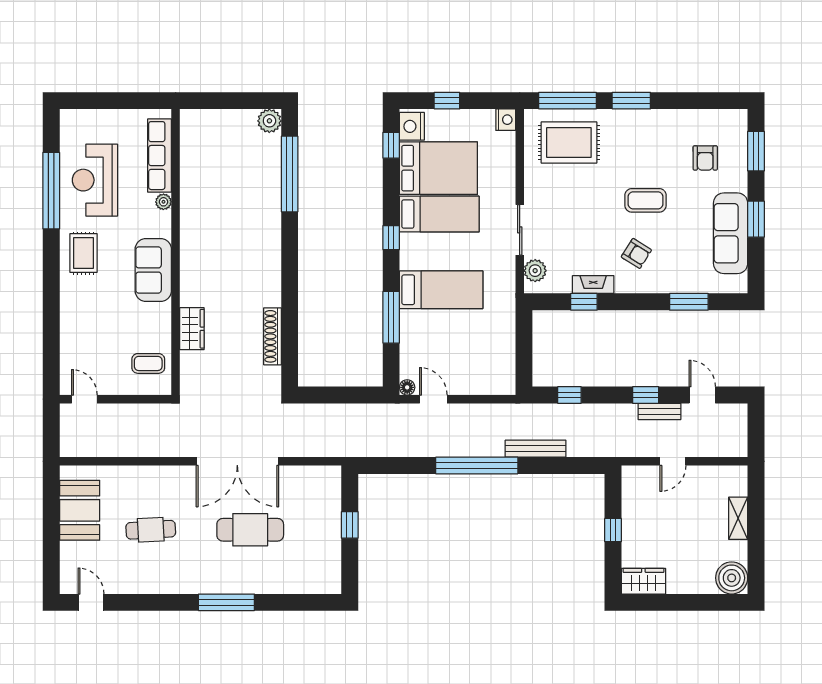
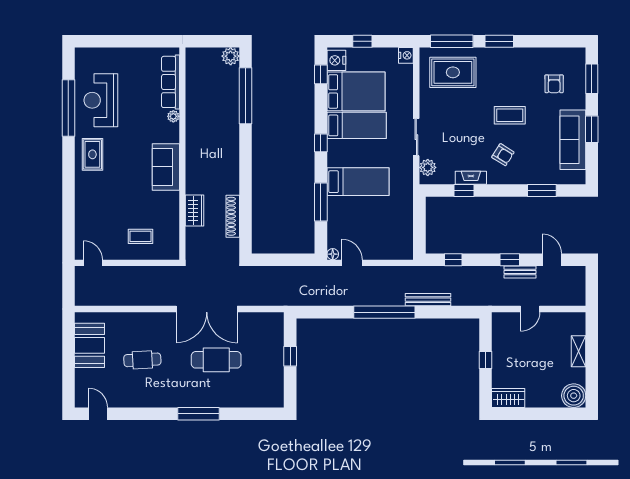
row of seats: (160, 156) -> (170, 82), moved
plant: (163, 202) -> (173, 116), moved
wall: (176, 252) -> (182, 154), moved
sofa: (153, 270) -> (166, 167), moved
wardrobe: (192, 329) -> (194, 211), moved

